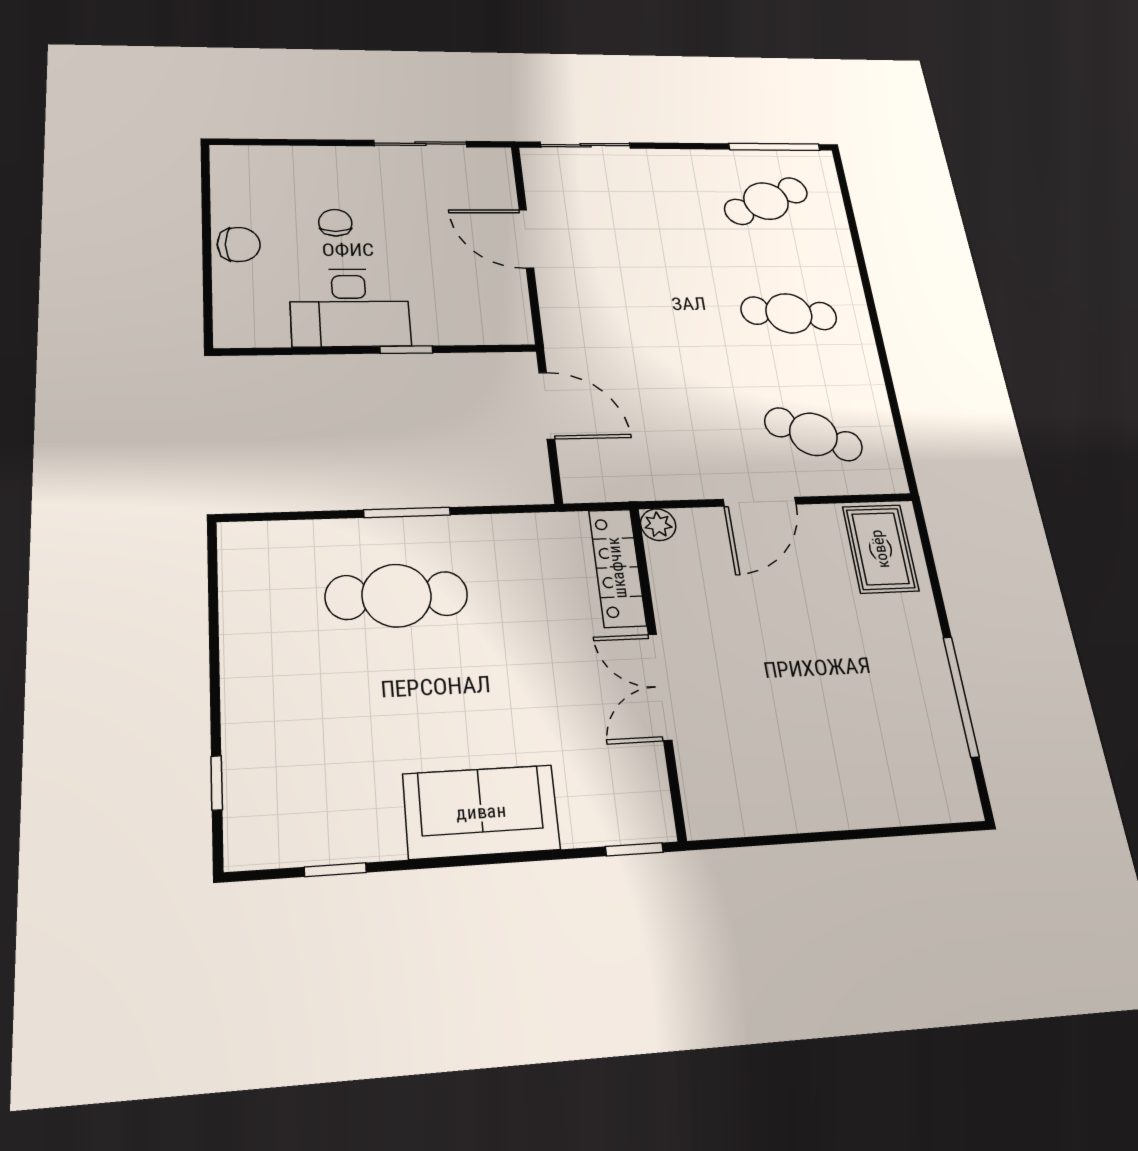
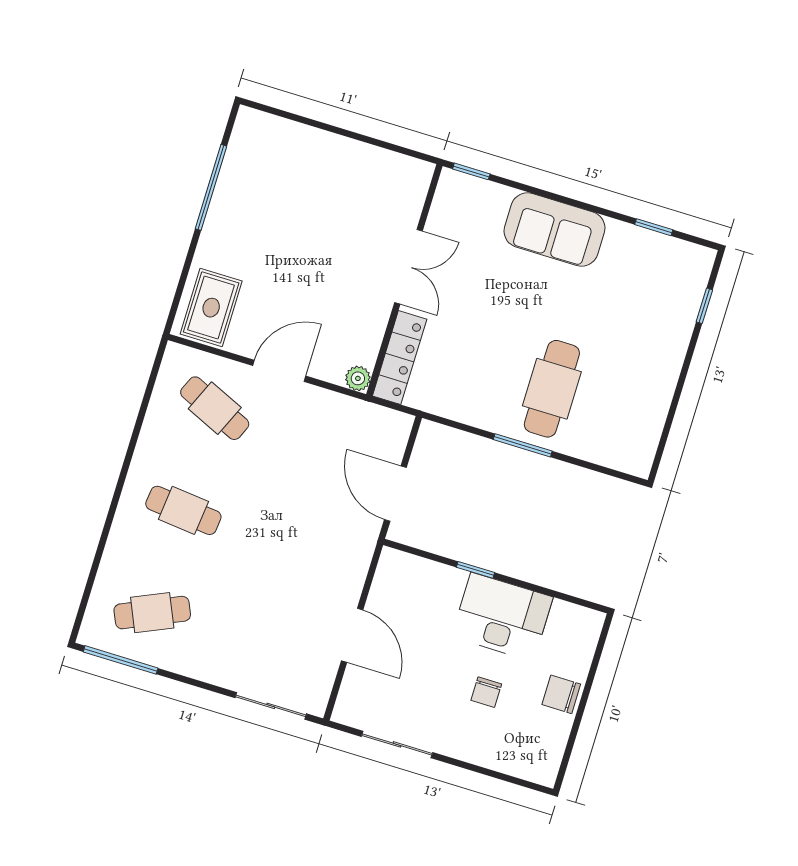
cafe table: (397, 596) -> (552, 389), turned 90

